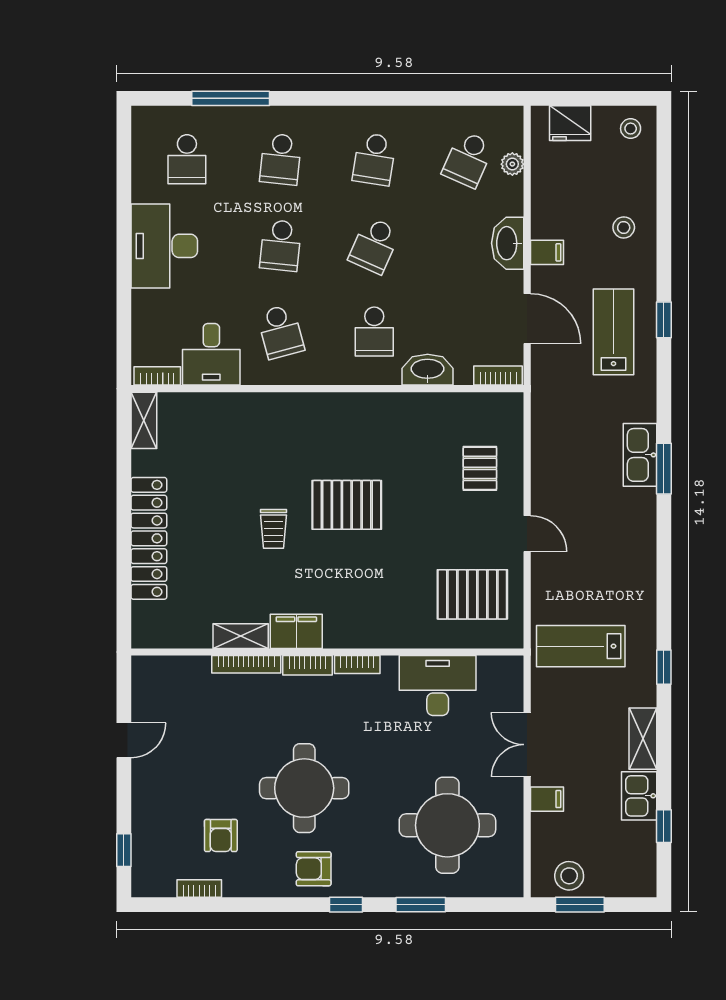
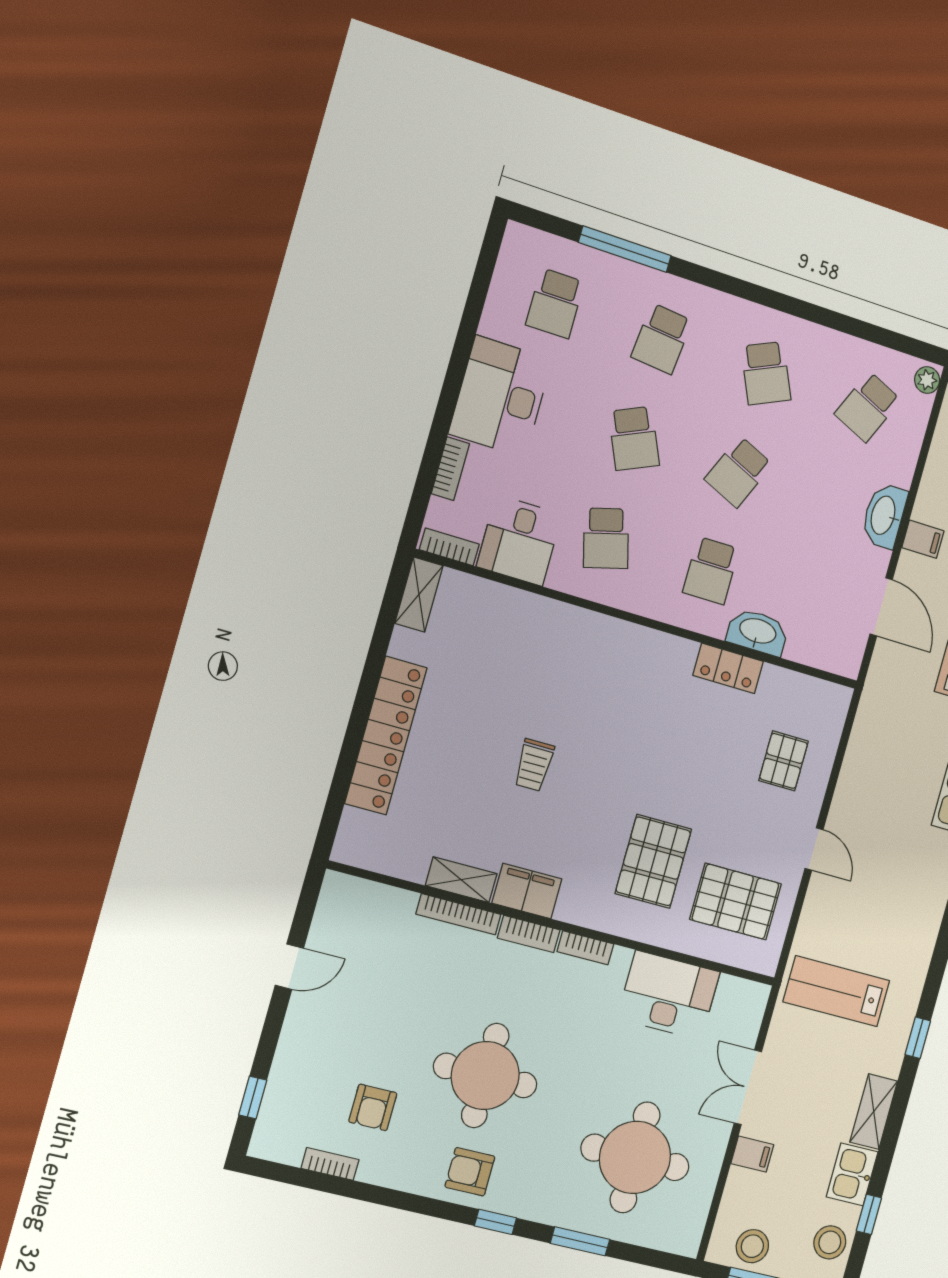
school desk: (374, 159) -> (766, 373), turned -33
plant: (512, 164) -> (927, 380), moved
school desk: (281, 245) -> (634, 438), turned -30
bookcase: (498, 376) -> (450, 469), moved, turned 90
locker: (411, 406) -> (728, 668), added
pallet: (347, 505) -> (653, 861), moved, turned 90
stool: (636, 857) -> (830, 1242), added

